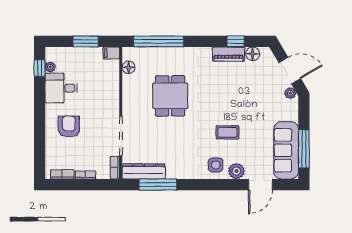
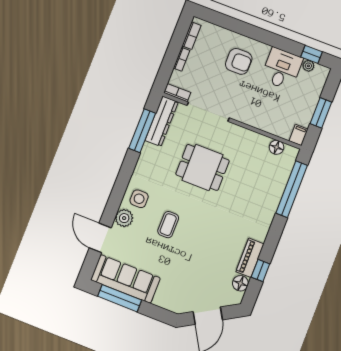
plant: (290, 93) -> (184, 307), removed
dining table: (170, 96) -> (202, 167), moved

